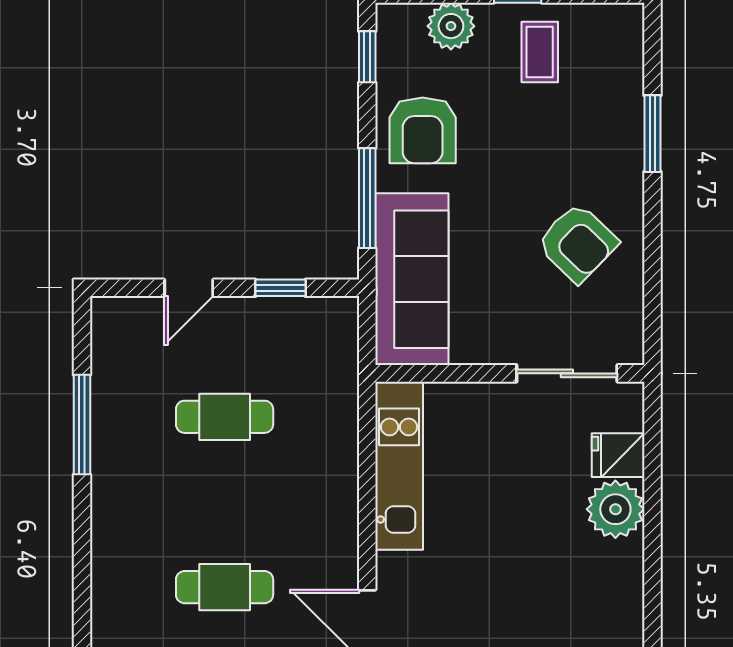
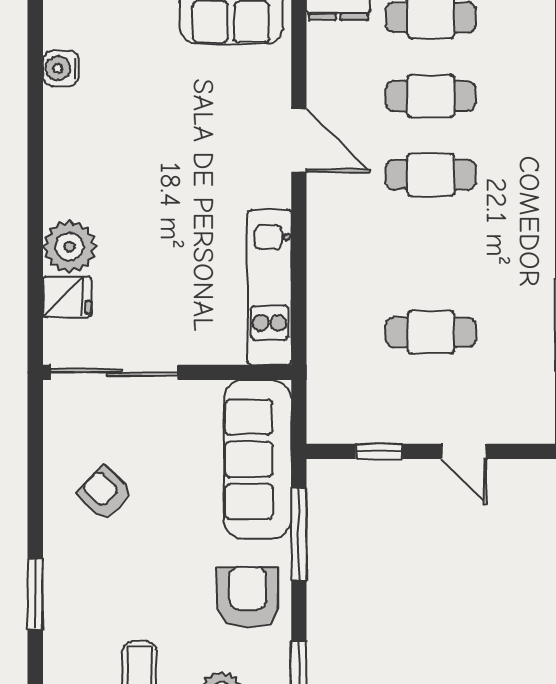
armchair: (577, 243) -> (105, 493), width x0.72, depth x0.72
door: (189, 288) -> (464, 451), swing flipped
sliding door: (567, 373) -> (114, 372), width x1.37

